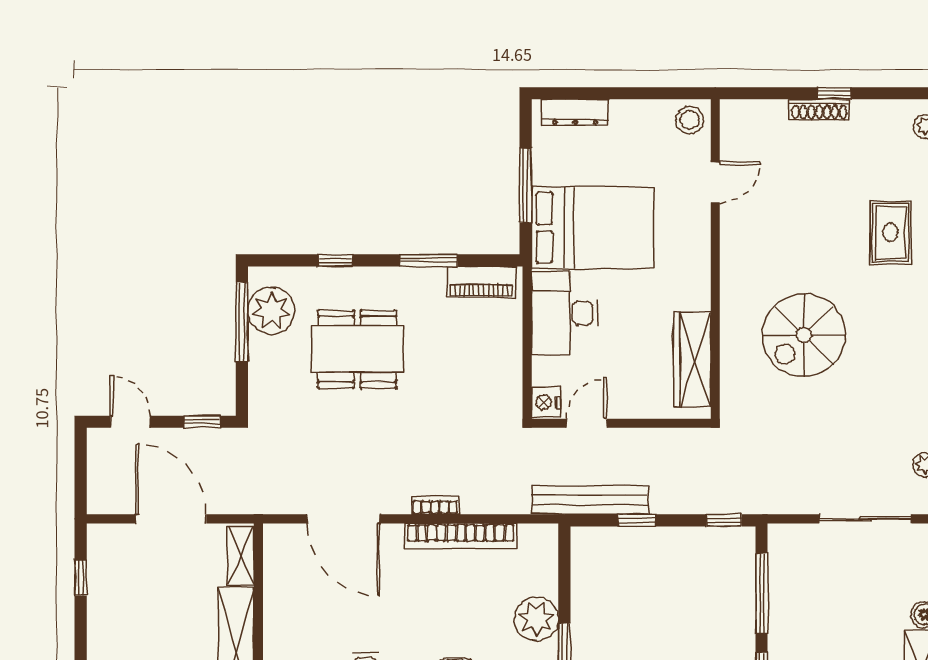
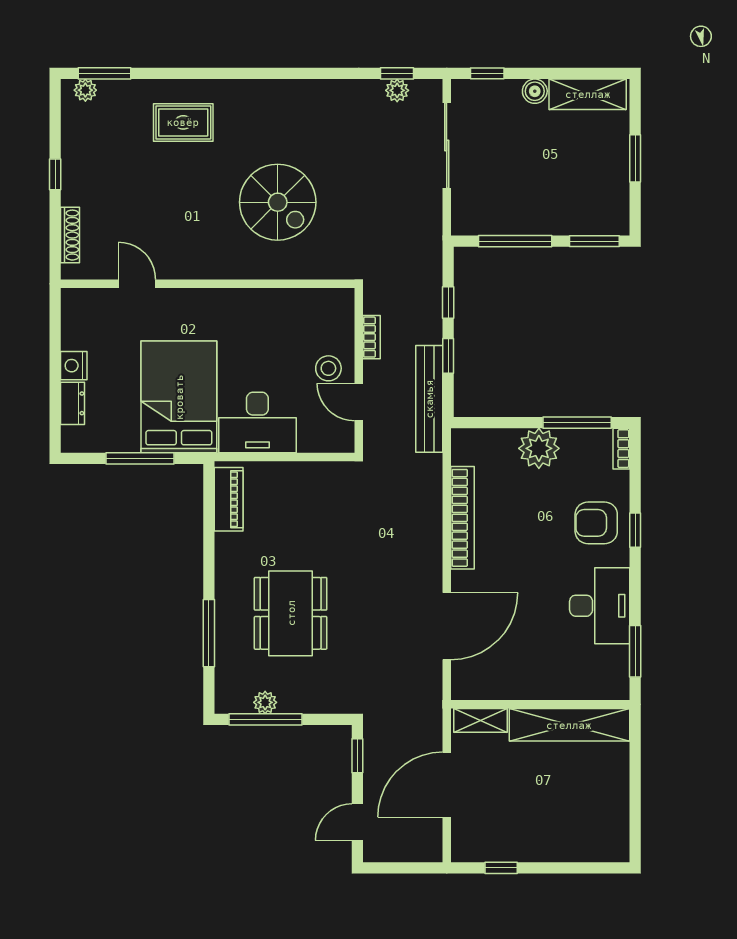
shoe rack: (819, 109) -> (70, 235), moved
dresser: (575, 112) -> (73, 403), width x0.70
stool: (690, 120) -> (328, 368), moved
window: (336, 260) -> (209, 633), width x2.17
window: (429, 260) -> (209, 547), removed
plant: (271, 311) -> (265, 702), width x0.53, depth x0.53
wardrobe: (692, 359) -> (300, 305), removed
nightstand: (546, 402) -> (74, 366), moved, turned 90
bookcase: (435, 505) -> (372, 337), moved, turned 180
window: (724, 520) -> (448, 303), moved

